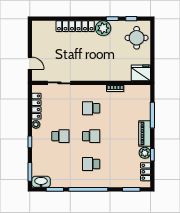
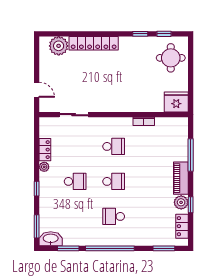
plant: (103, 28) -> (59, 46), moved
locker: (36, 106) -> (45, 150), width x0.66
school desk: (91, 108) -> (114, 146), turned 180

